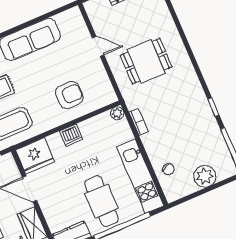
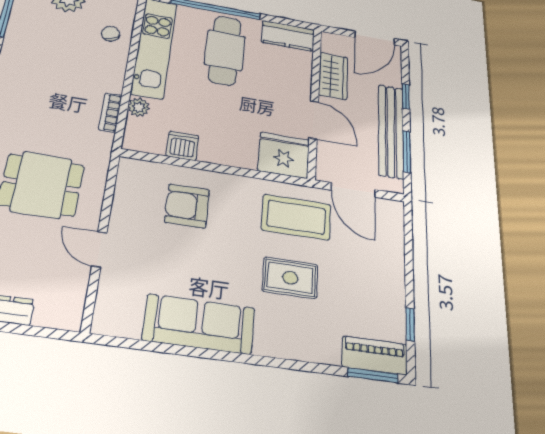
plant: (117, 113) -> (139, 107), moved
dishwasher: (71, 135) -> (182, 146), moved

